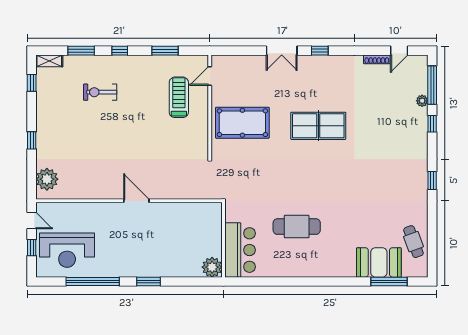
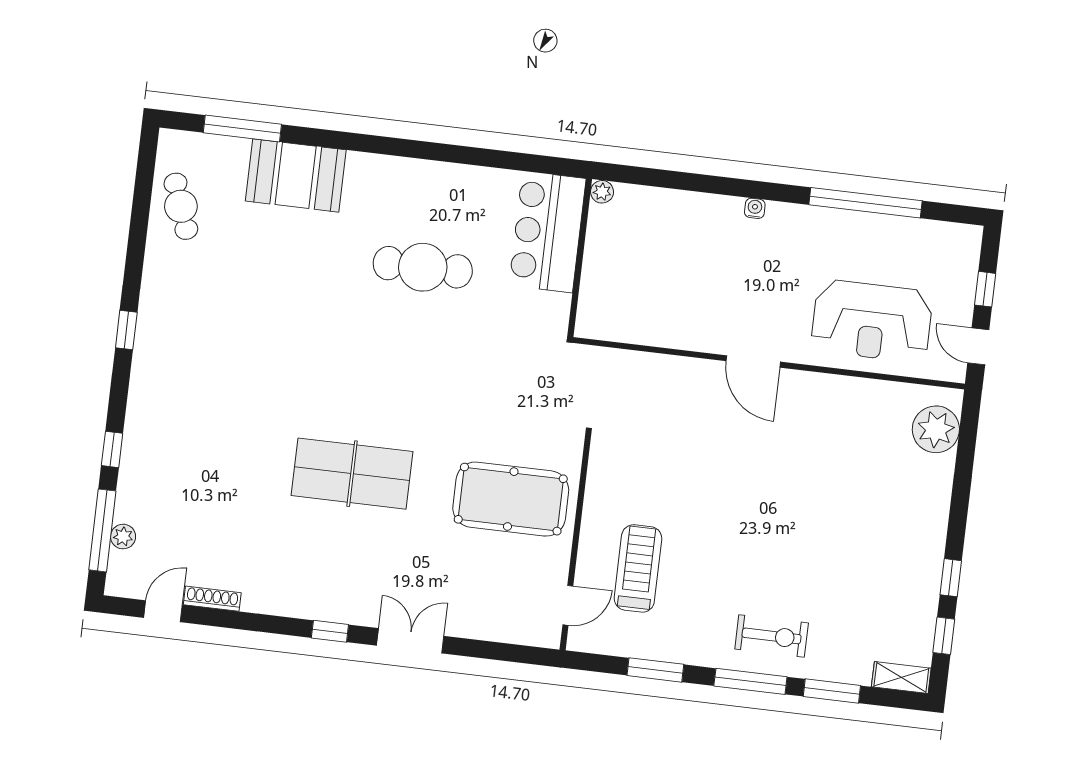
window: (120, 51) -> (750, 681), width x2.17
exercise bike: (100, 92) -> (772, 636), moved
treadmill: (179, 97) -> (638, 568), turned 180
plant: (422, 101) -> (123, 537), moved
window: (32, 140) -> (951, 578), moved
reception desk: (67, 250) -> (872, 321), moved, turned 180
booth: (379, 262) -> (296, 175), moved
plant: (212, 267) -> (602, 192), width x0.53, depth x0.53
water cooler: (144, 273) -> (755, 208), added
window: (148, 281) -> (748, 189), removed

